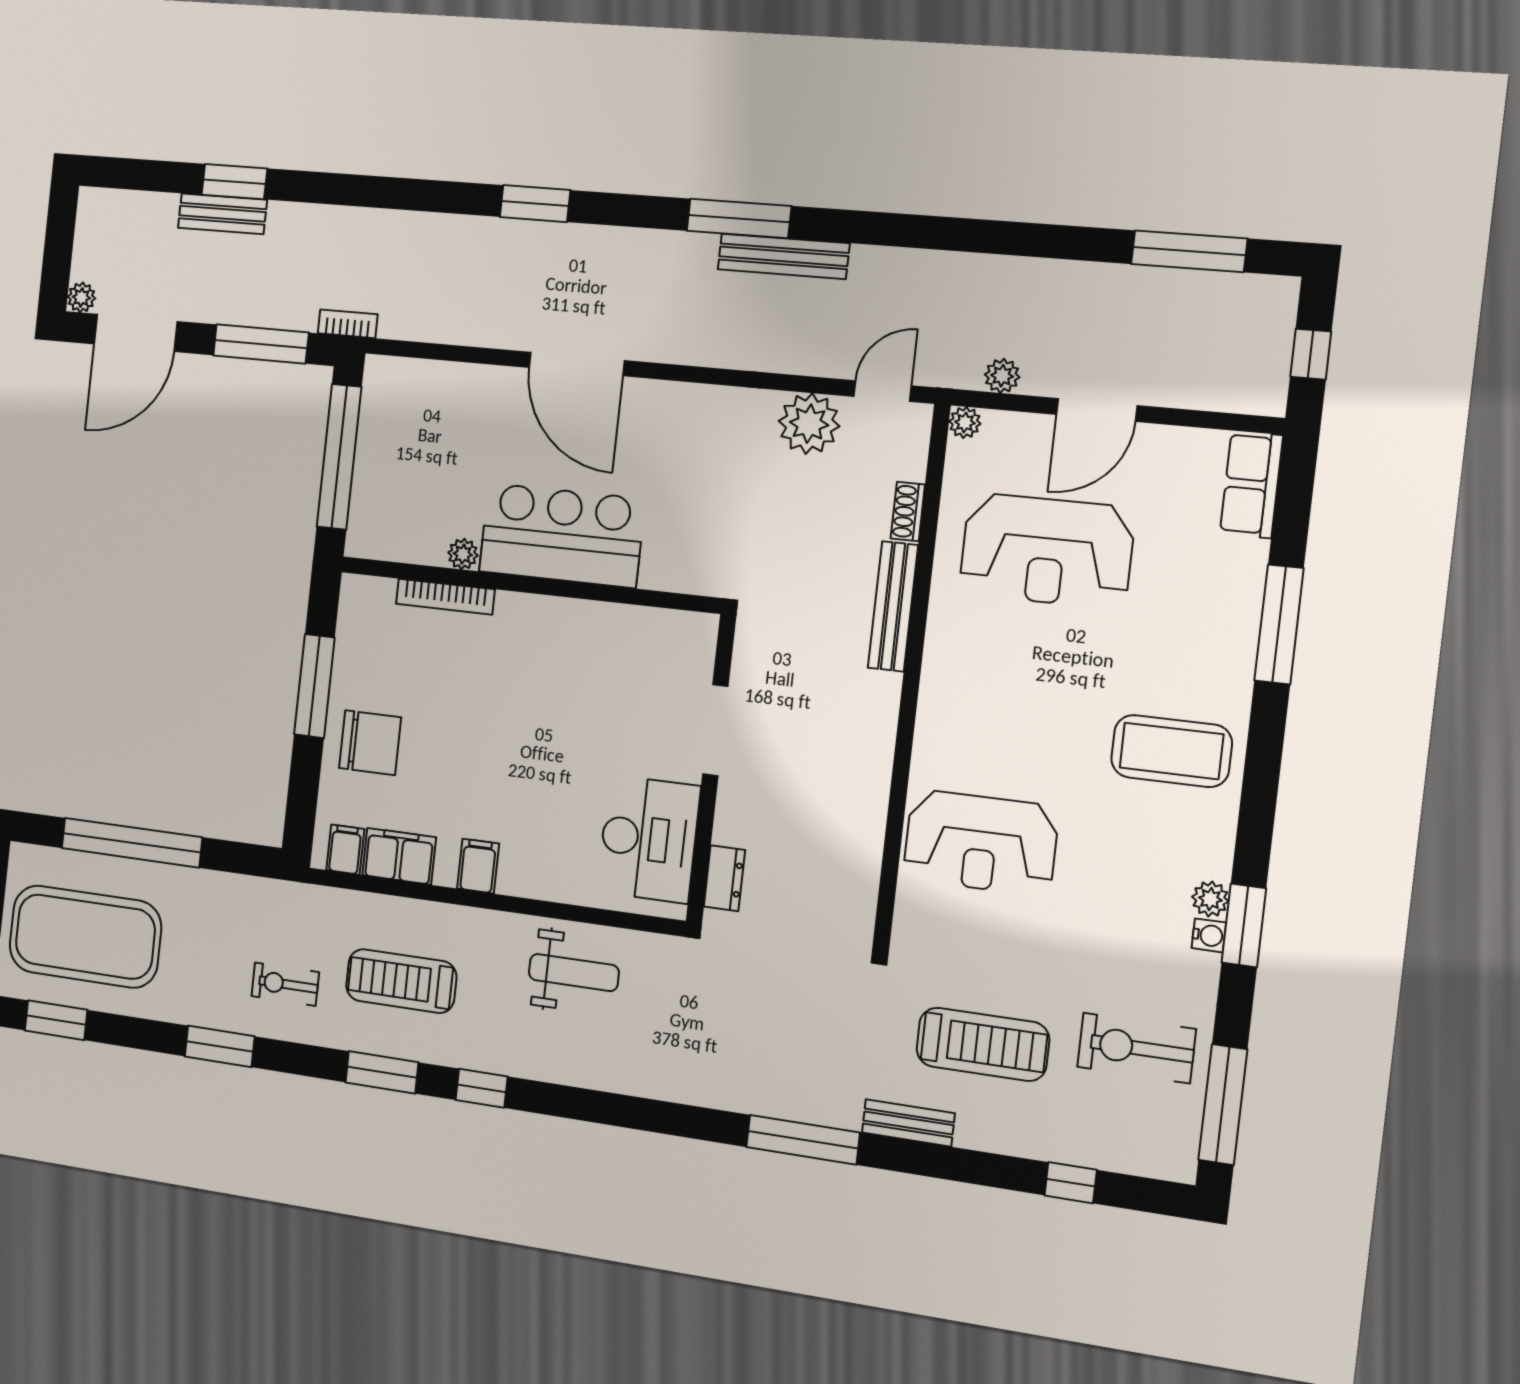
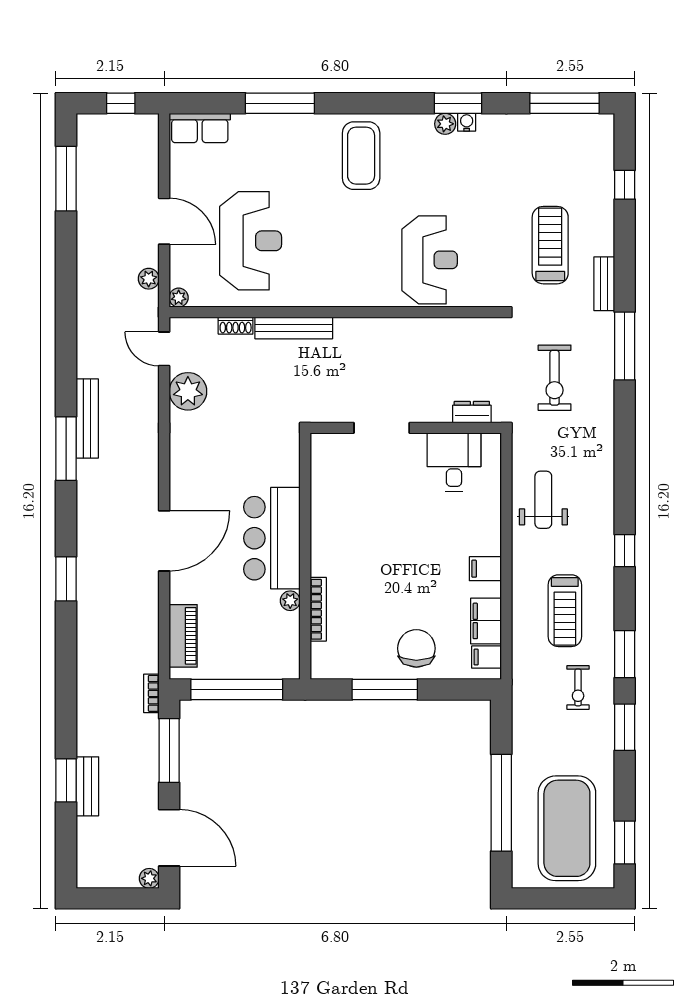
piano: (428, 381) -> (183, 636), added
desk: (649, 839) -> (454, 462), width x0.73
exercise bike: (1136, 1048) -> (555, 378), moved
window: (382, 1072) -> (625, 654), moved

